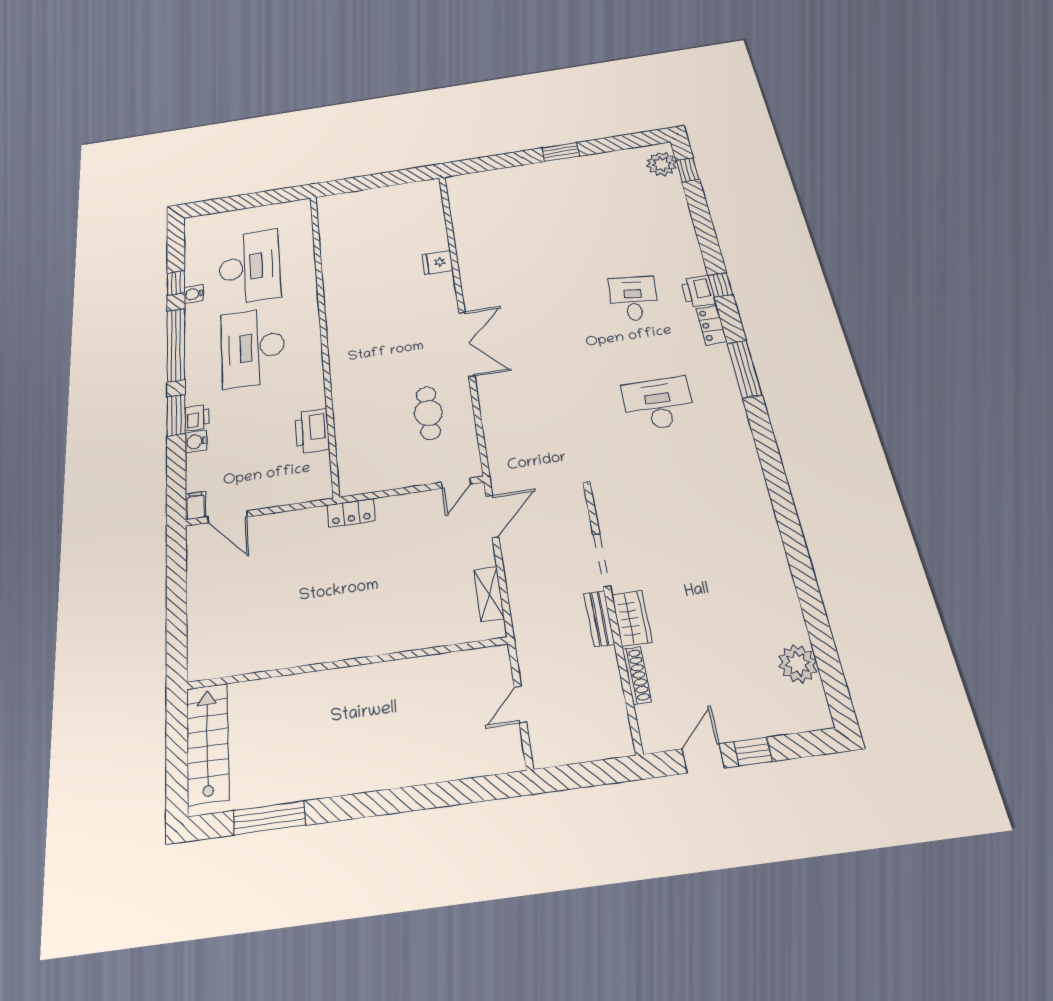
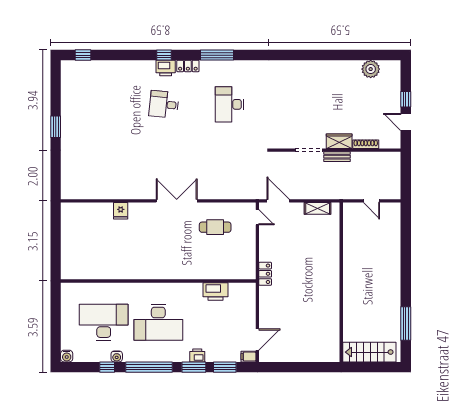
plant: (662, 164) -> (76, 69), removed
water cooler: (196, 441) -> (67, 356), moved
window: (176, 467) -> (225, 367), added

